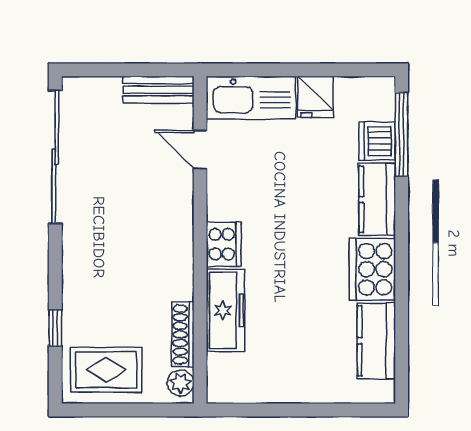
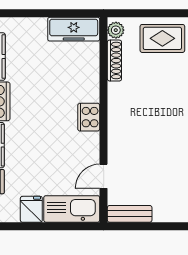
door: (200, 150) -> (104, 176), swing flipped
freezer: (226, 310) -> (74, 29), moved, turned -90

